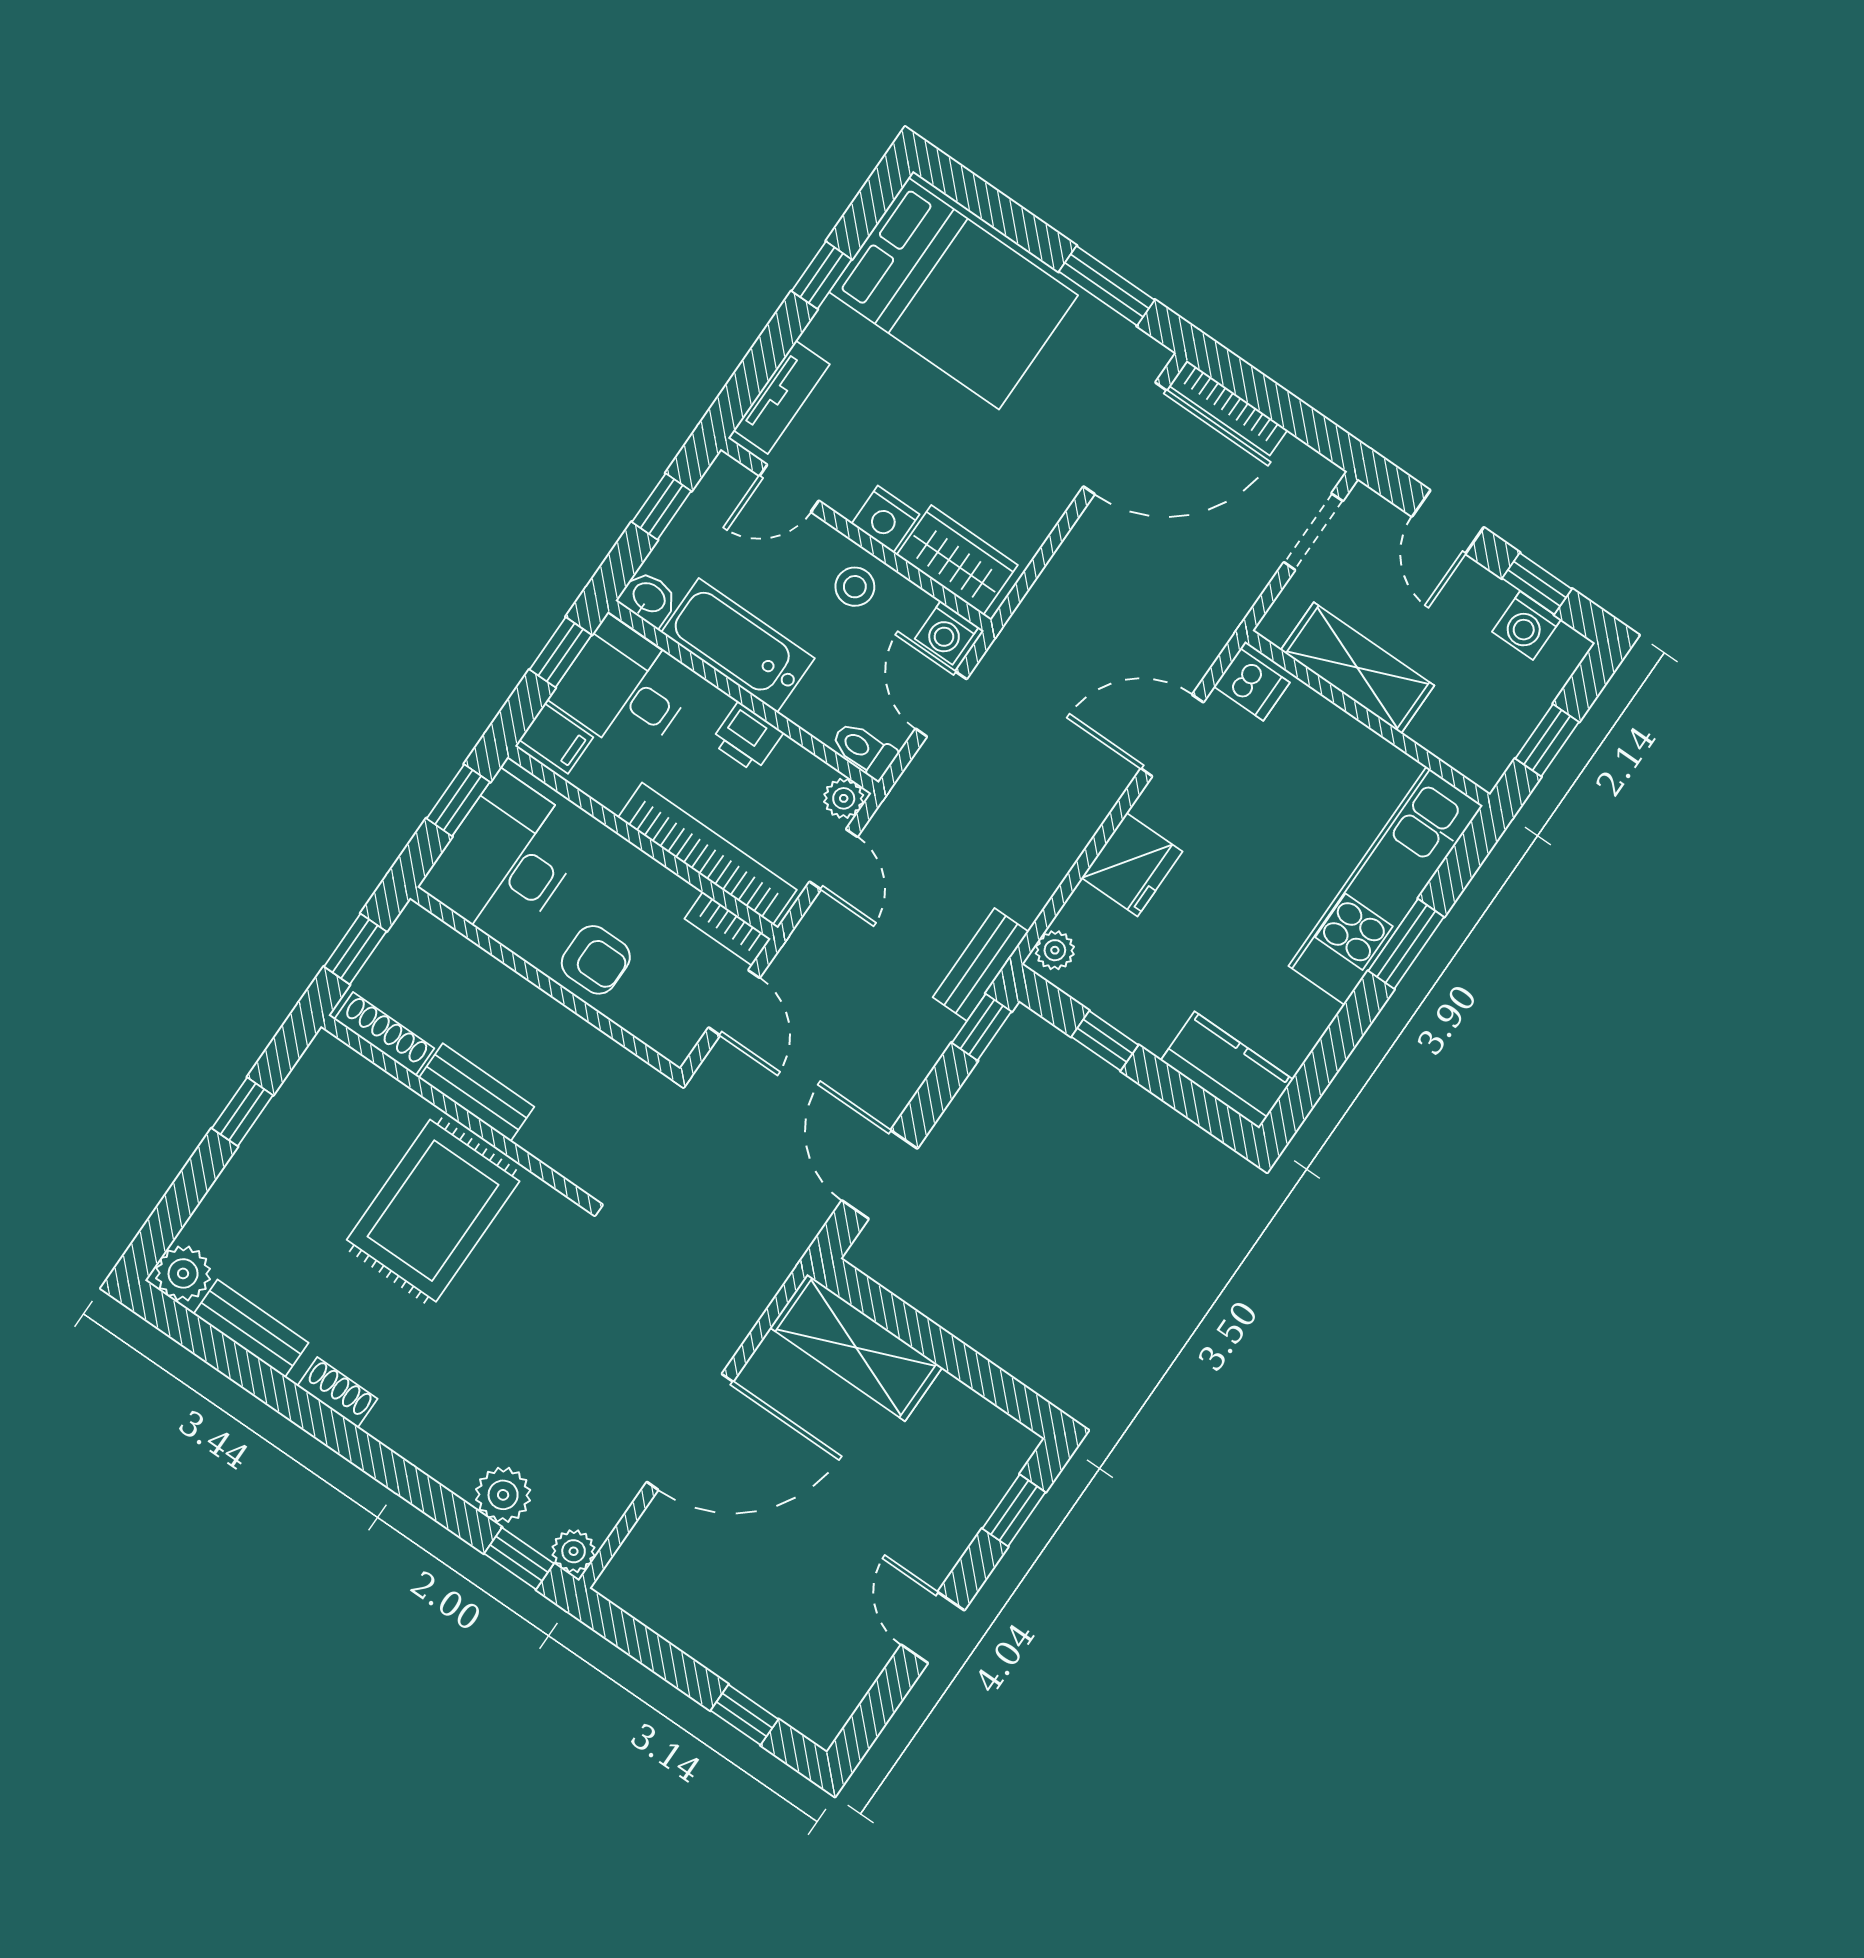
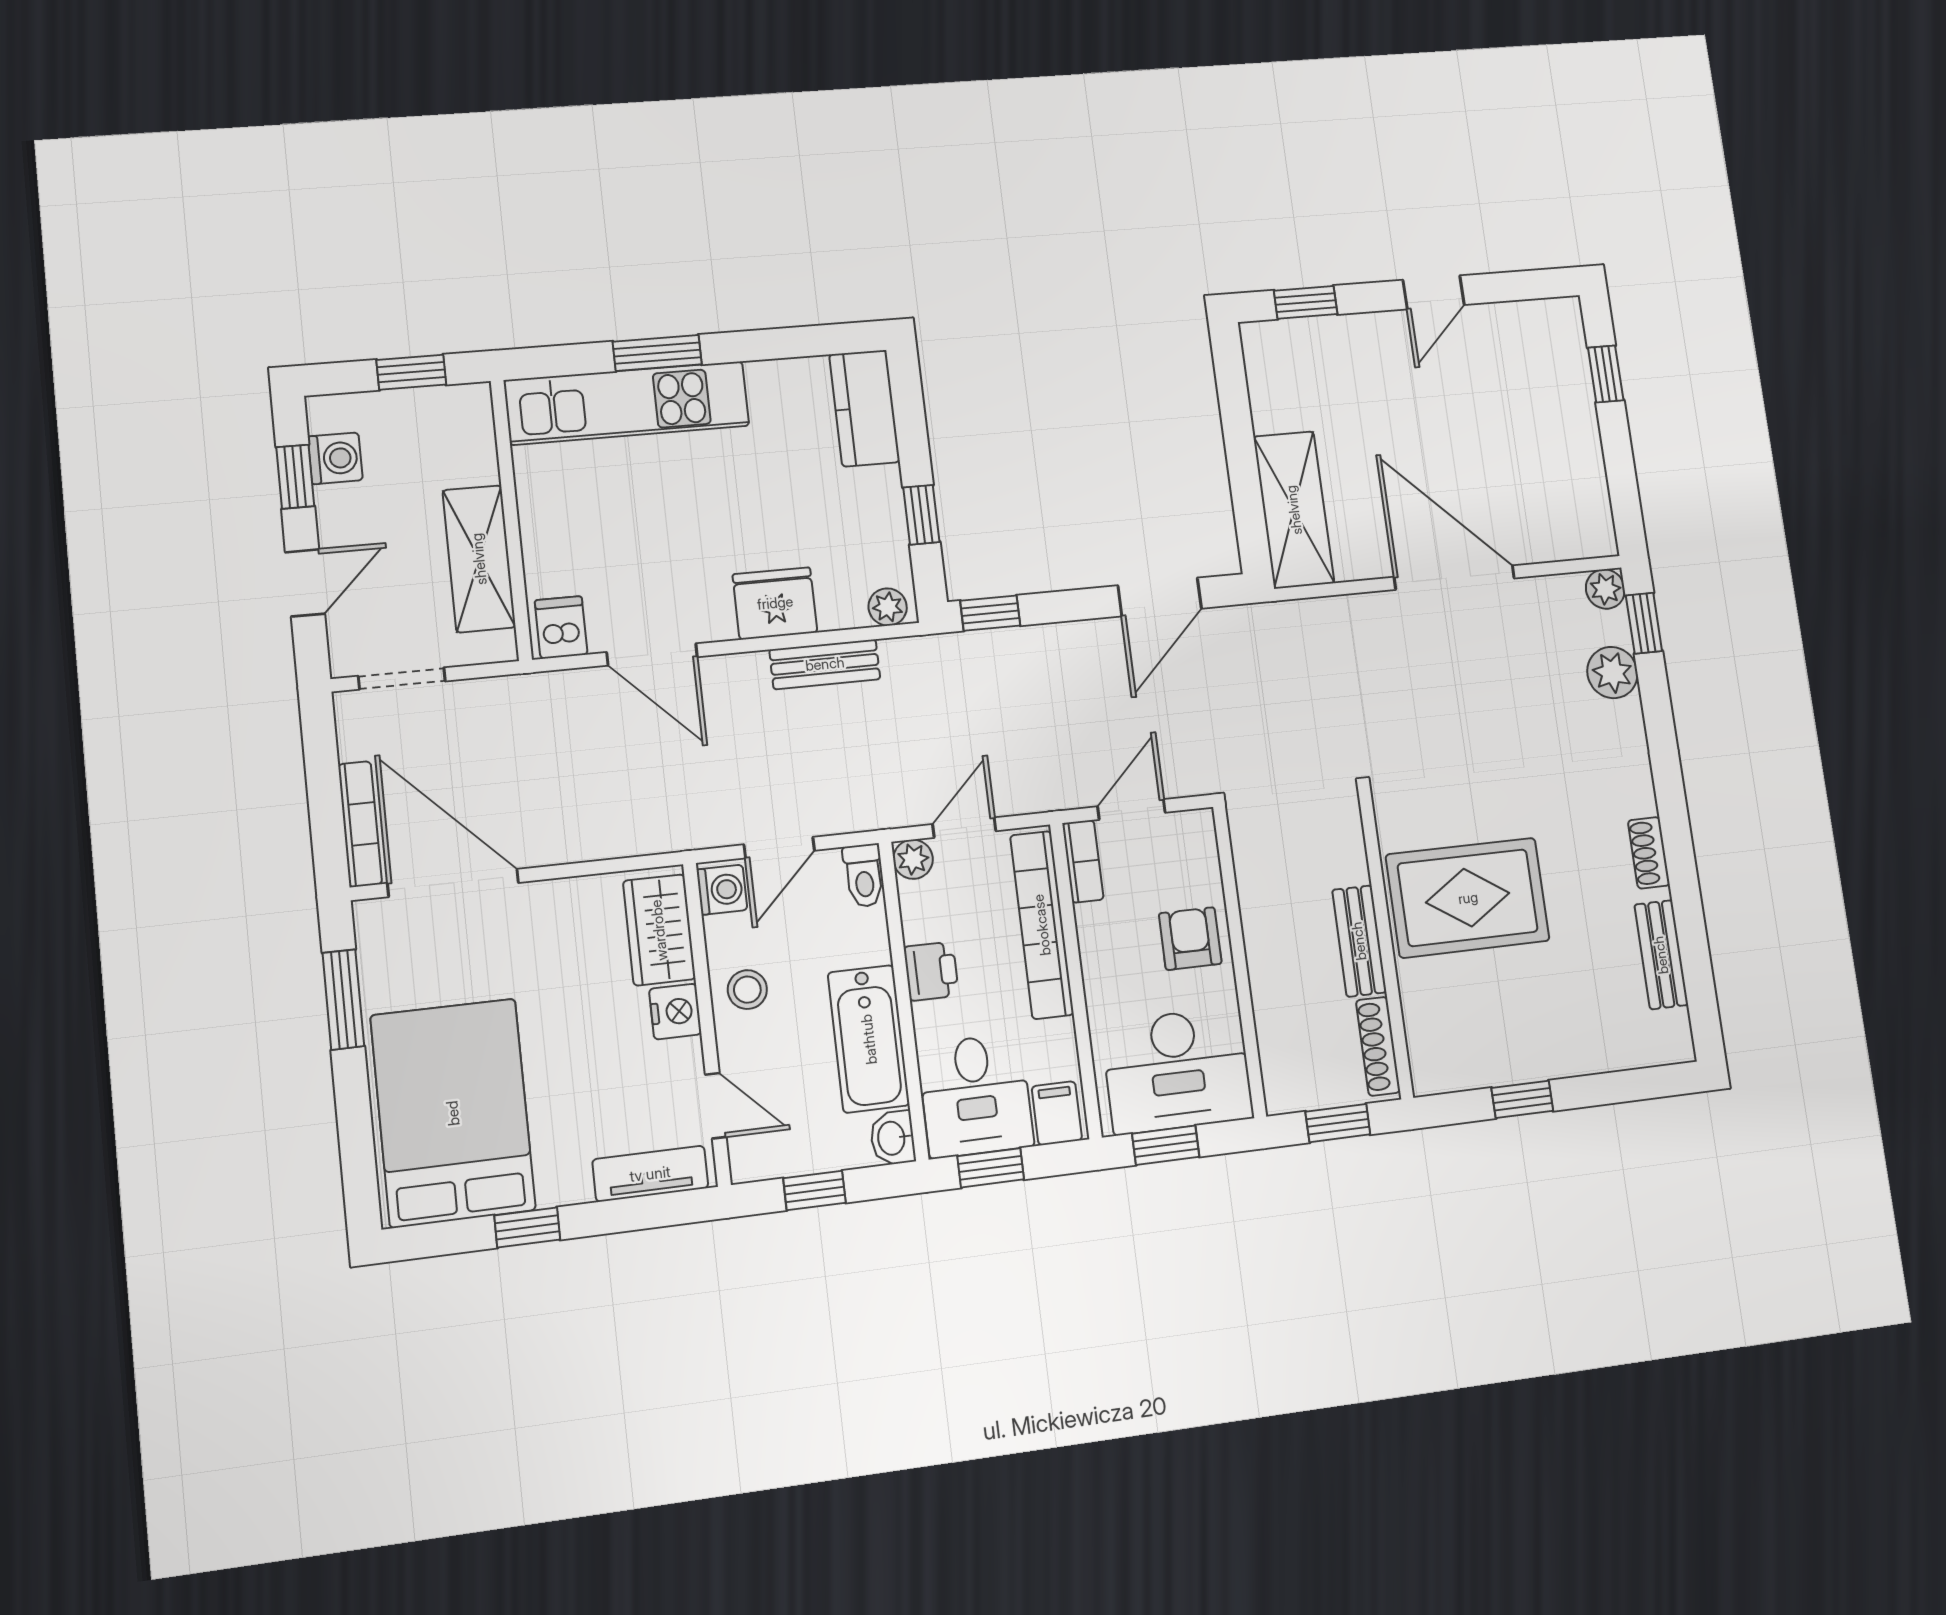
bench: (981, 965) -> (825, 664), moved
plant: (183, 1273) -> (1668, 1038), removed

